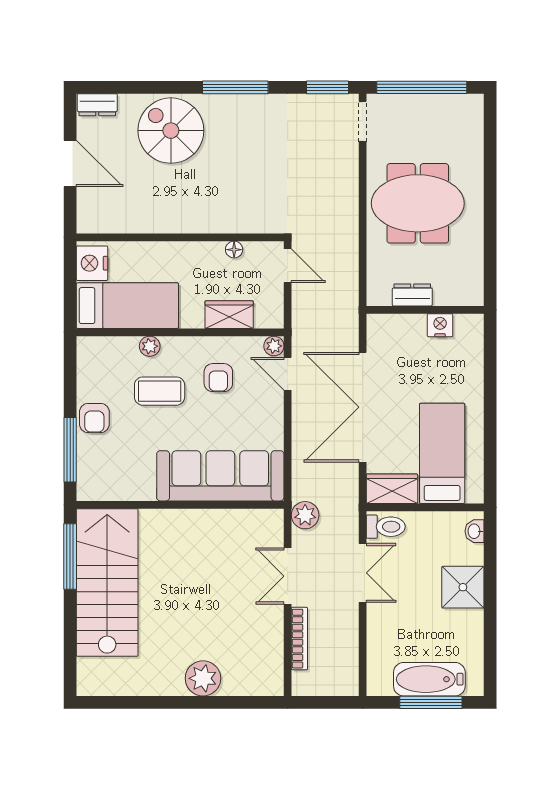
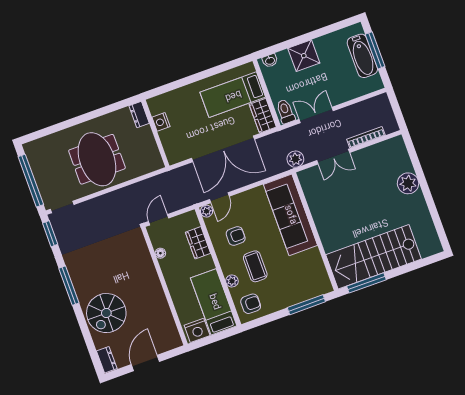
dresser: (412, 295) -> (139, 115), moved
armchair: (94, 418) -> (251, 304), moved

